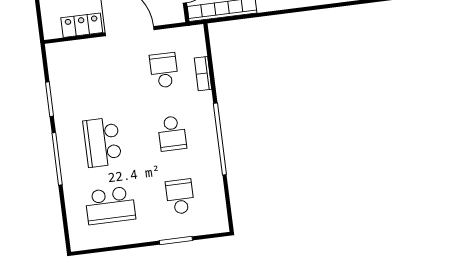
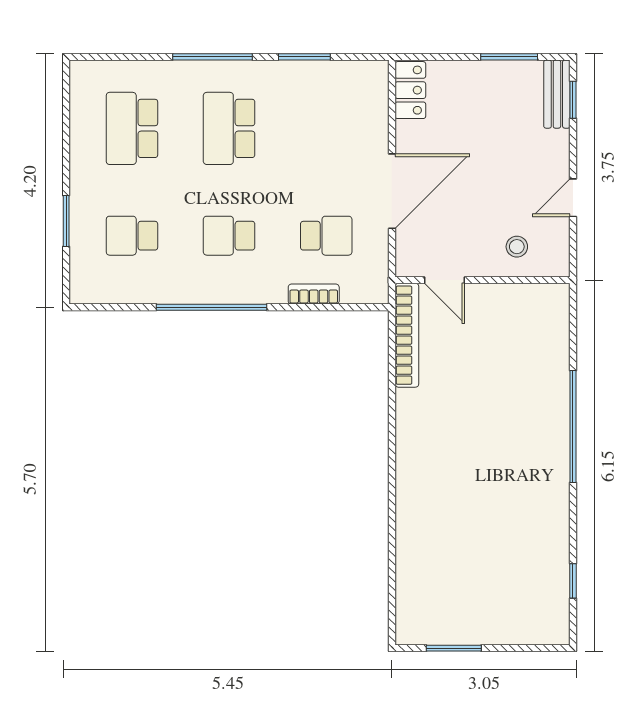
locker: (82, 25) -> (410, 90), moved
school desk: (102, 142) -> (229, 128), turned -90
school desk: (180, 197) -> (132, 236), turned 180

